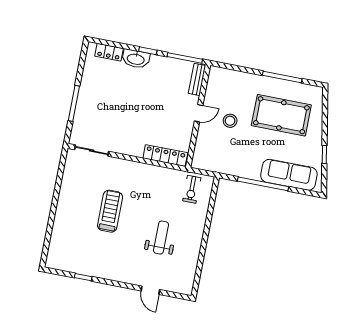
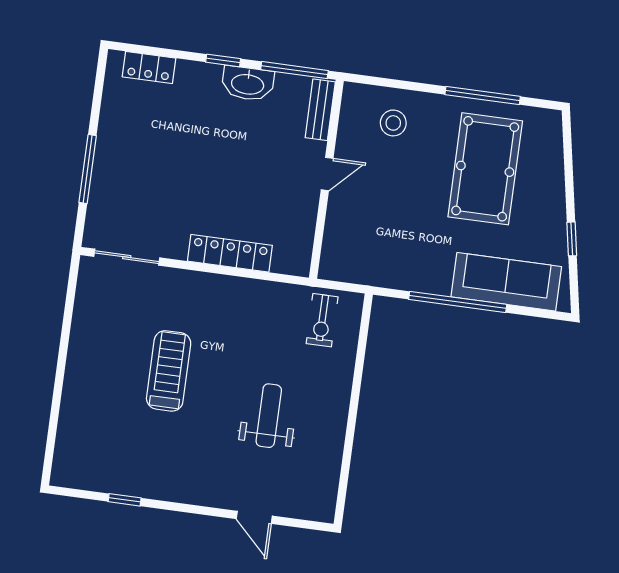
washbasin: (136, 59) -> (248, 83), moved
pool table: (281, 115) -> (485, 169), turned 90
stool: (230, 121) -> (393, 123), moved
locker: (165, 155) -> (230, 253), moved

